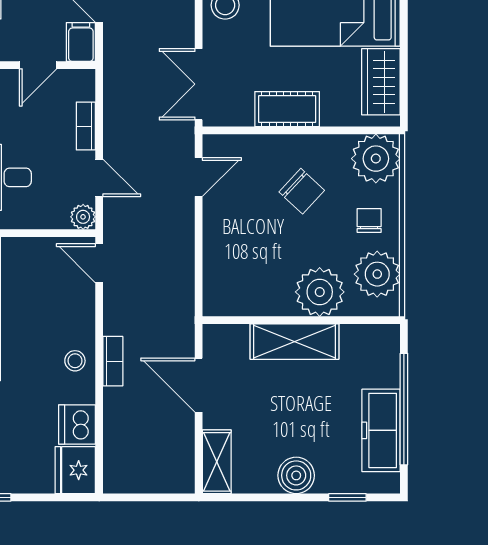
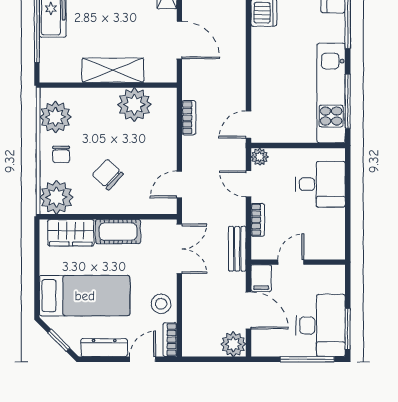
wardrobe: (381, 82) -> (71, 233), moved, turned 90
bench: (115, 84) -> (237, 249), added
door: (99, 263) -> (248, 125), swing flipped
plant: (320, 292) -> (134, 105), moved
stool: (75, 361) -> (265, 57), removed
bookcase: (113, 361) -> (189, 118), moved, turned 180

